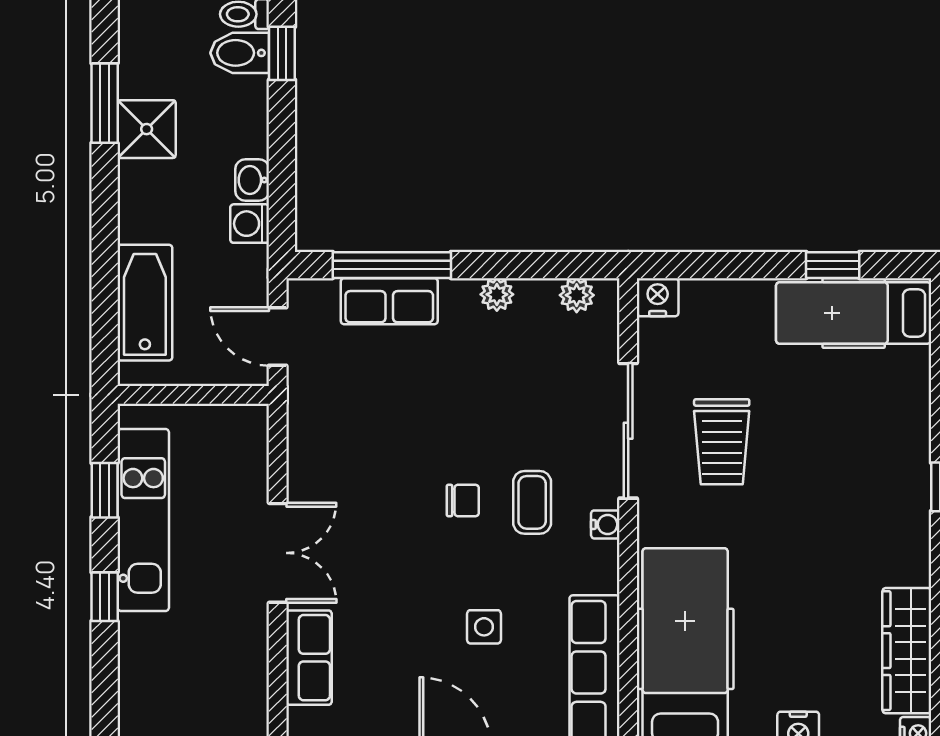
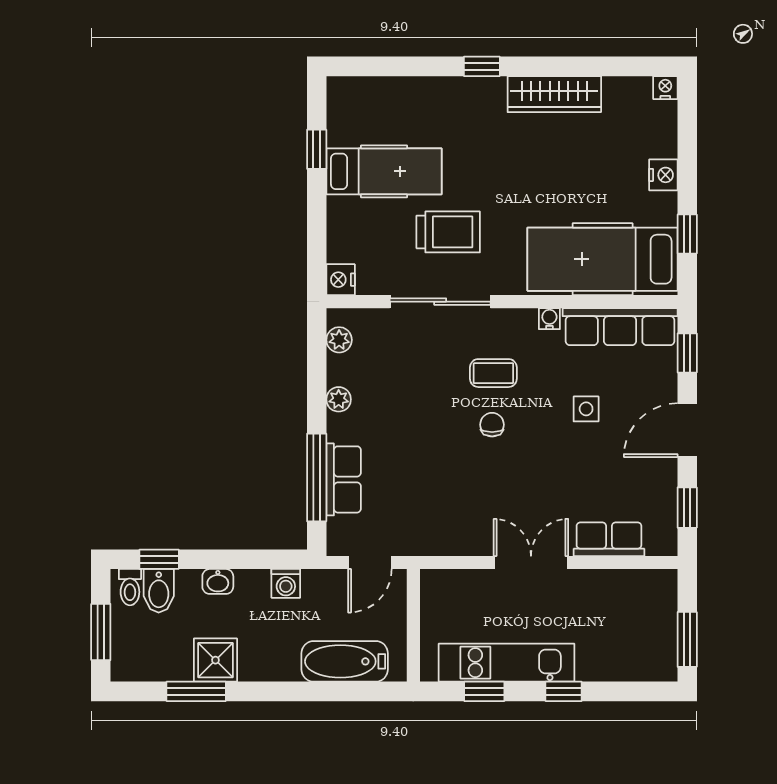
washbasin: (252, 180) -> (218, 581), moved
hospital bed: (854, 313) -> (384, 171), moved, turned -90
water cooler: (605, 524) -> (549, 319), moved
wardrobe: (907, 651) -> (554, 94), moved

